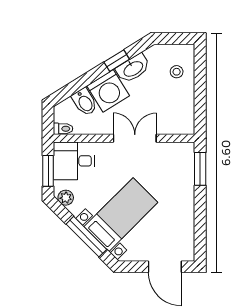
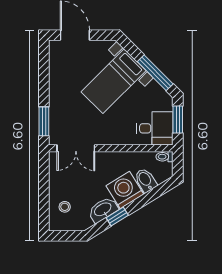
double door: (135, 138) -> (76, 148), moved
plant: (66, 198) -> (162, 96), removed
window: (86, 237) -> (155, 73), moved

